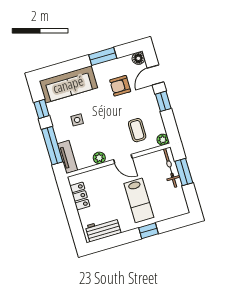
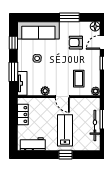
window: (52, 146) -> (13, 72), width x0.69
bicycle: (170, 168) -> (95, 125), moved
lab bench: (139, 200) -> (65, 130), turned 180

